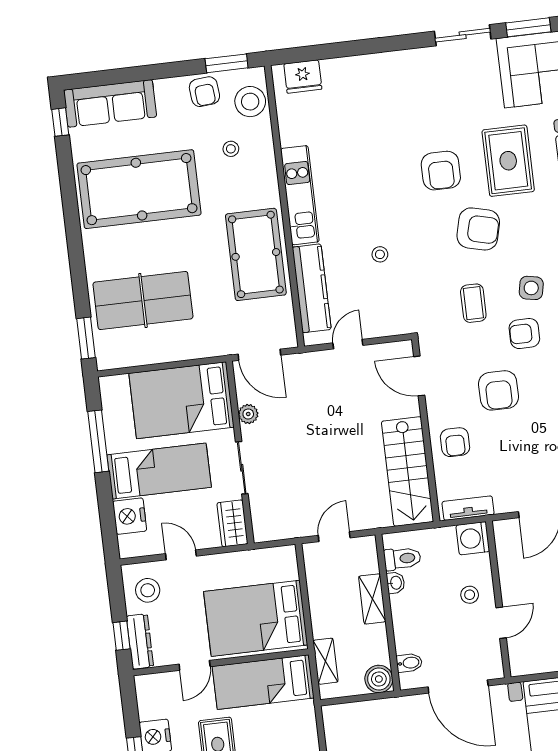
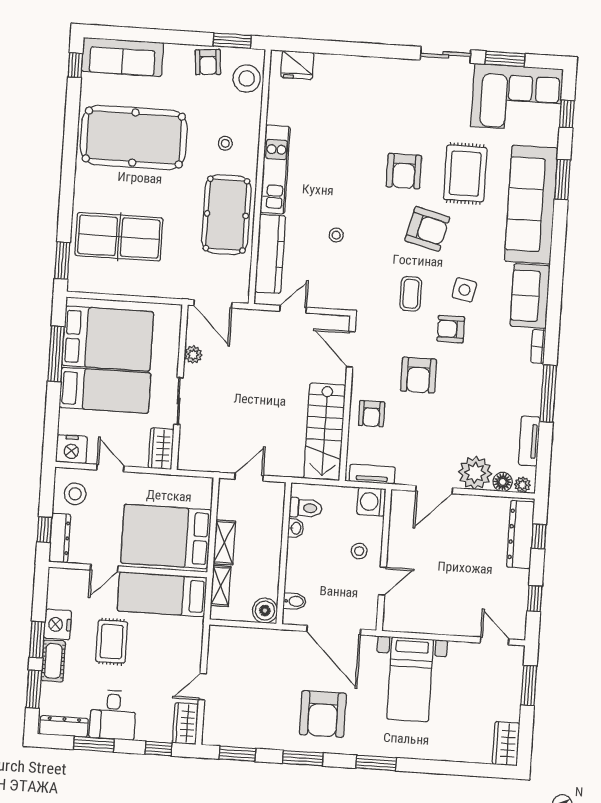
stool: (231, 149) -> (225, 143), moved
bed: (181, 400) -> (108, 339), moved, turned 180
nightstand: (130, 516) -> (71, 449), moved, turned -90
shelving: (372, 599) -> (224, 542), moved

